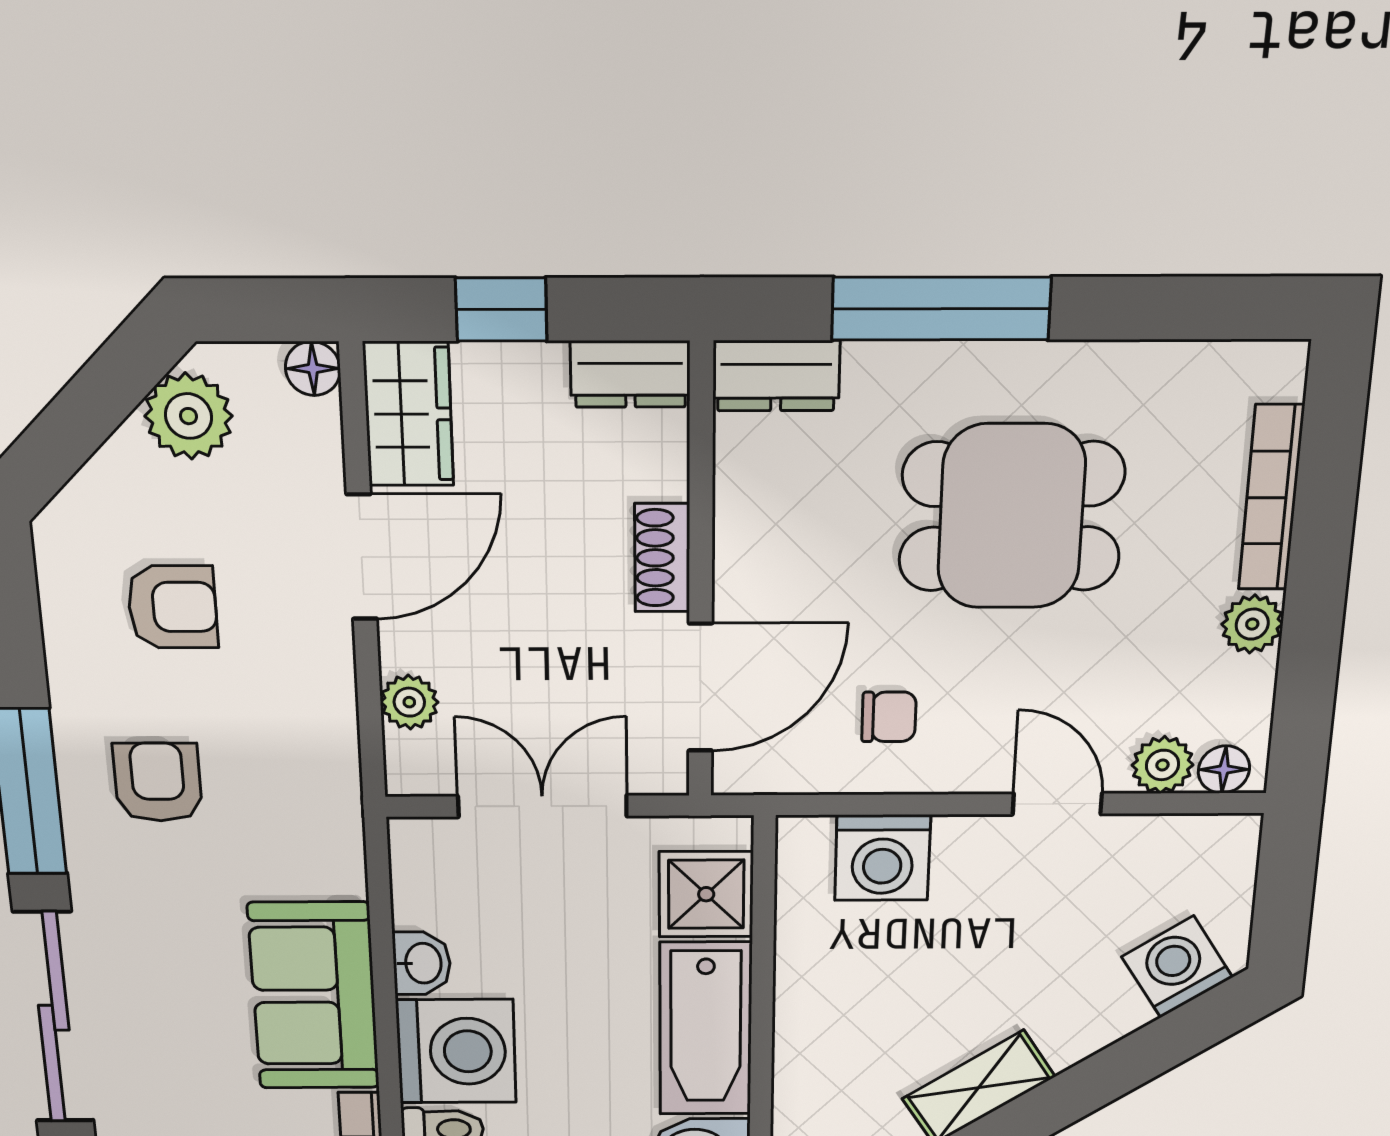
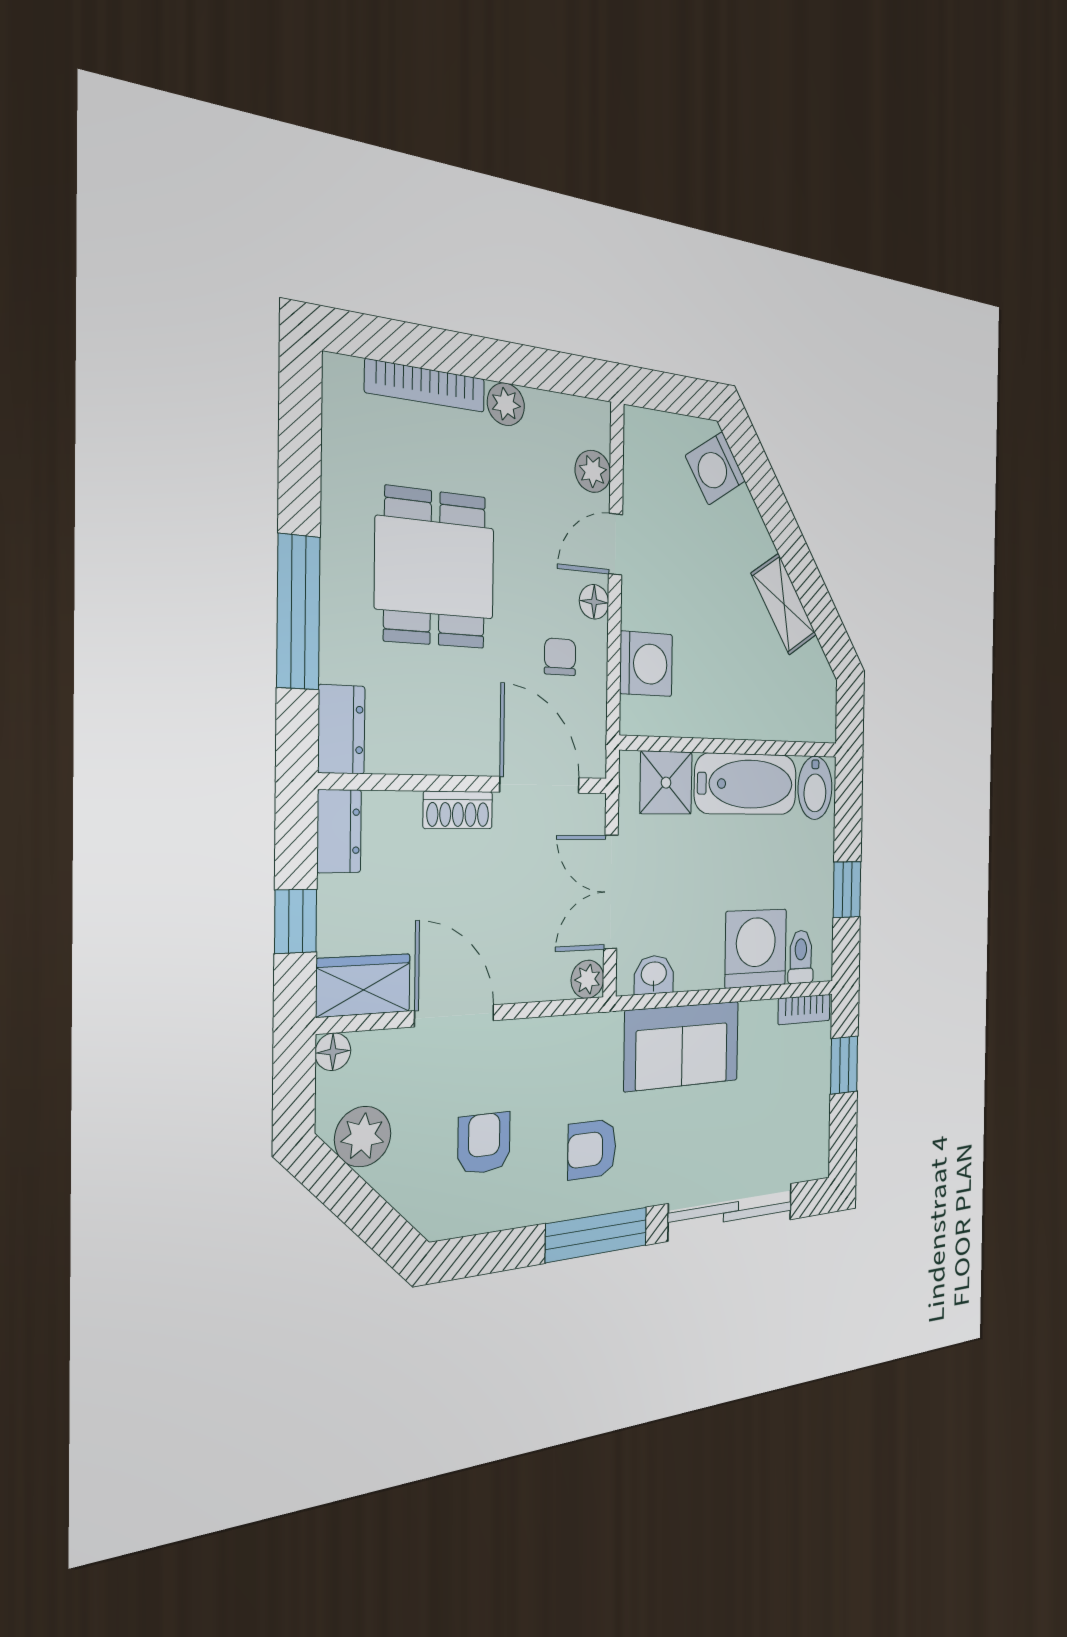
plant: (409, 702) -> (588, 979), moved
floor lamp: (1224, 770) -> (594, 602), moved
washbasin: (422, 963) -> (654, 975), moved
sofa: (314, 996) -> (682, 1046), moved

